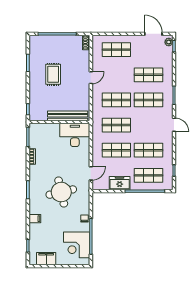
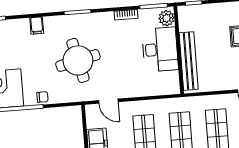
plant: (37, 129) -> (167, 18), added
desk: (75, 135) -> (160, 49), moved

